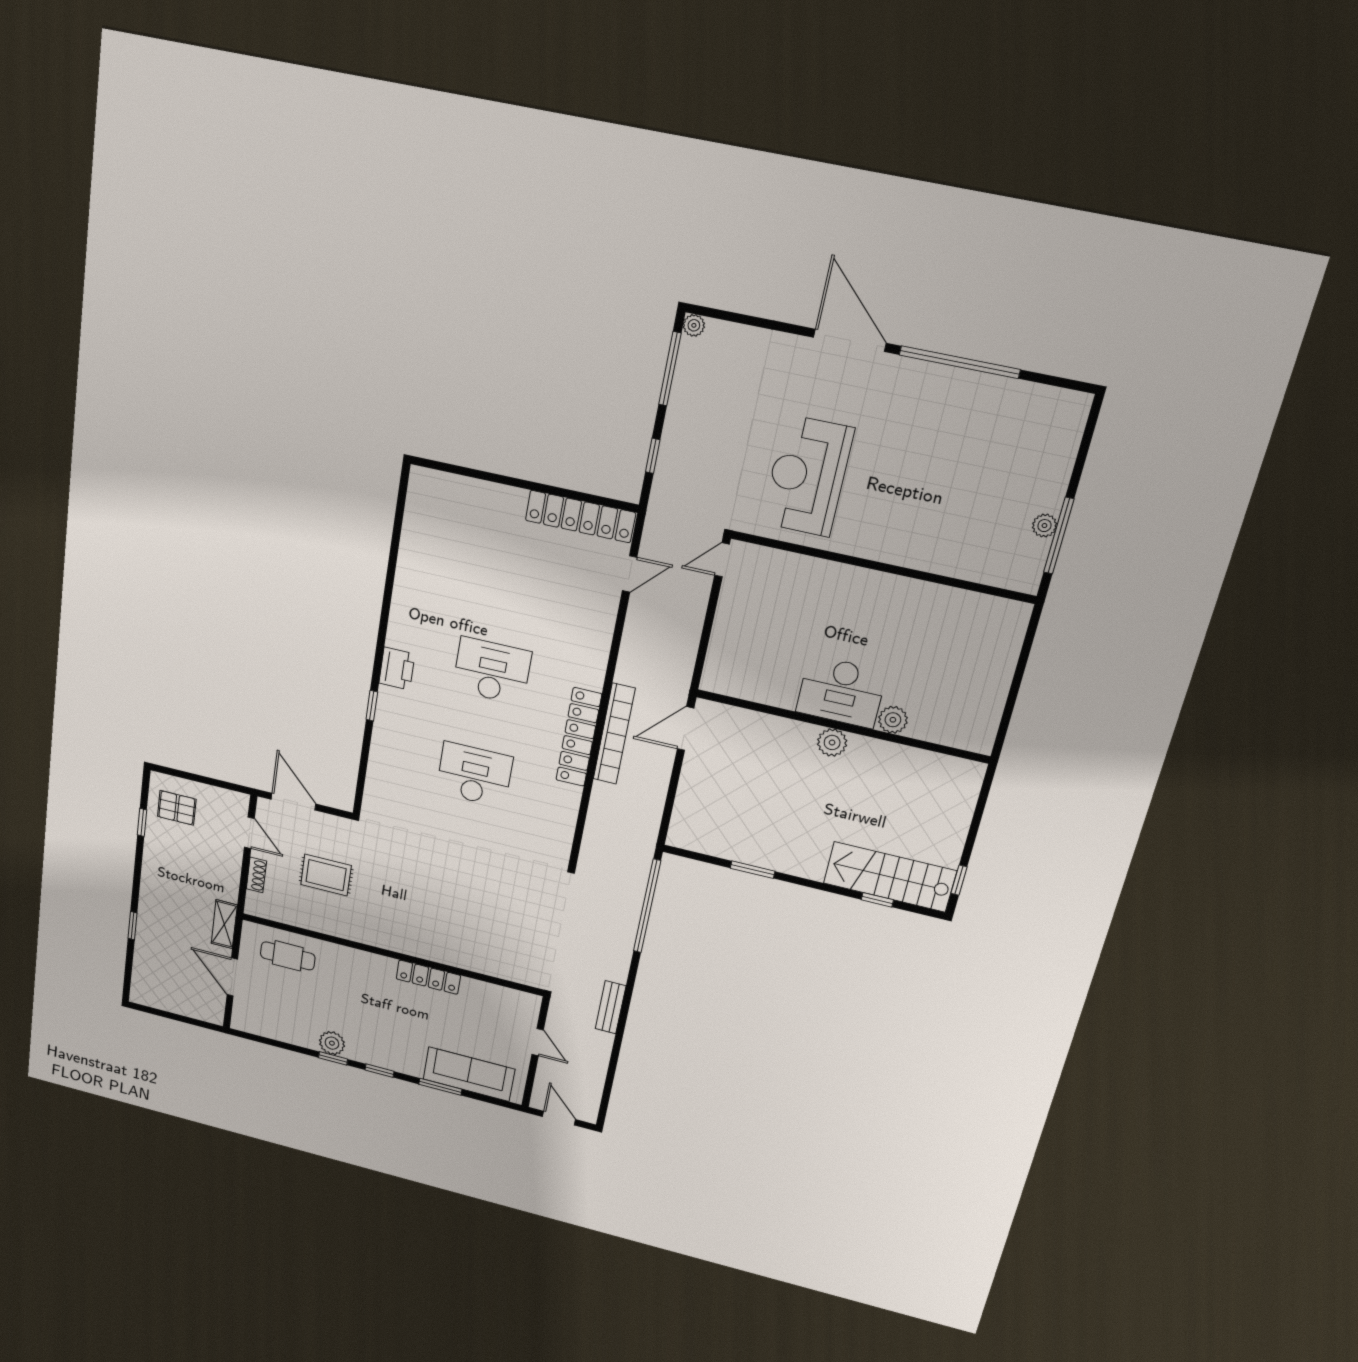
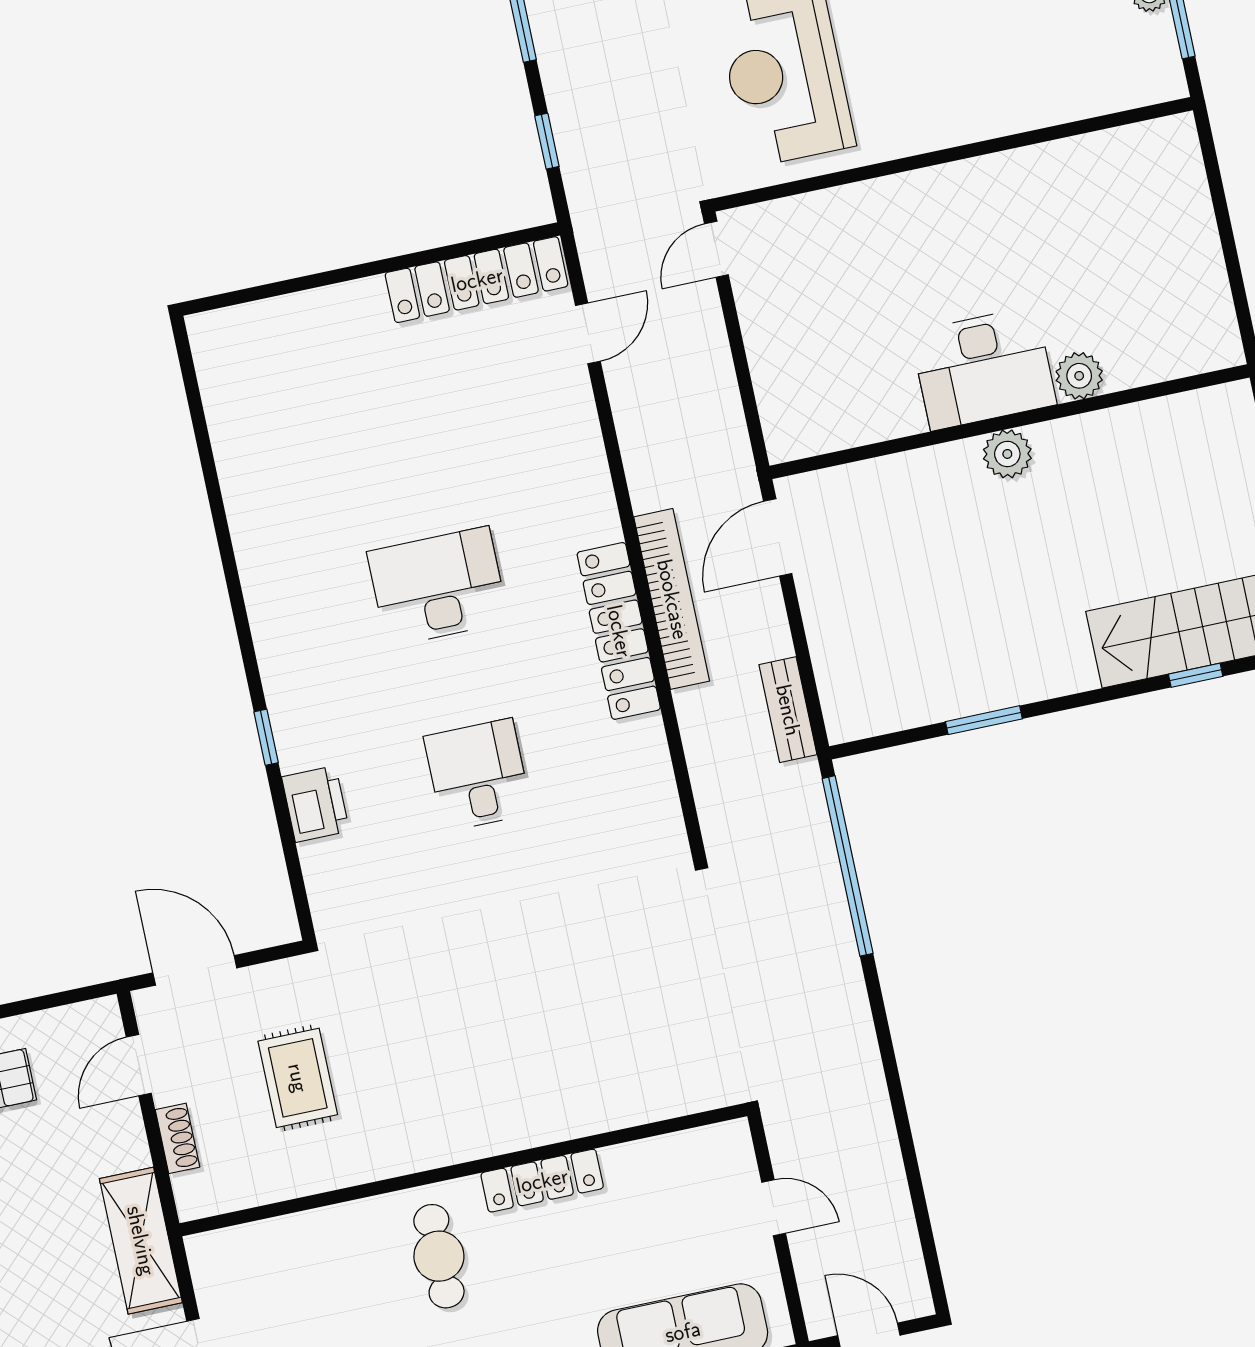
printer: (397, 669) -> (315, 804), moved
desk: (474, 775) -> (478, 775), width x0.73
door: (249, 833) -> (139, 1065), swing flipped
rug: (326, 875) -> (298, 1078), turned 90
shelving: (224, 924) -> (141, 1241), width x1.50, depth x1.33
cafe table: (288, 956) -> (439, 1256), moved, turned 90
bench: (611, 1007) -> (788, 710), moved

